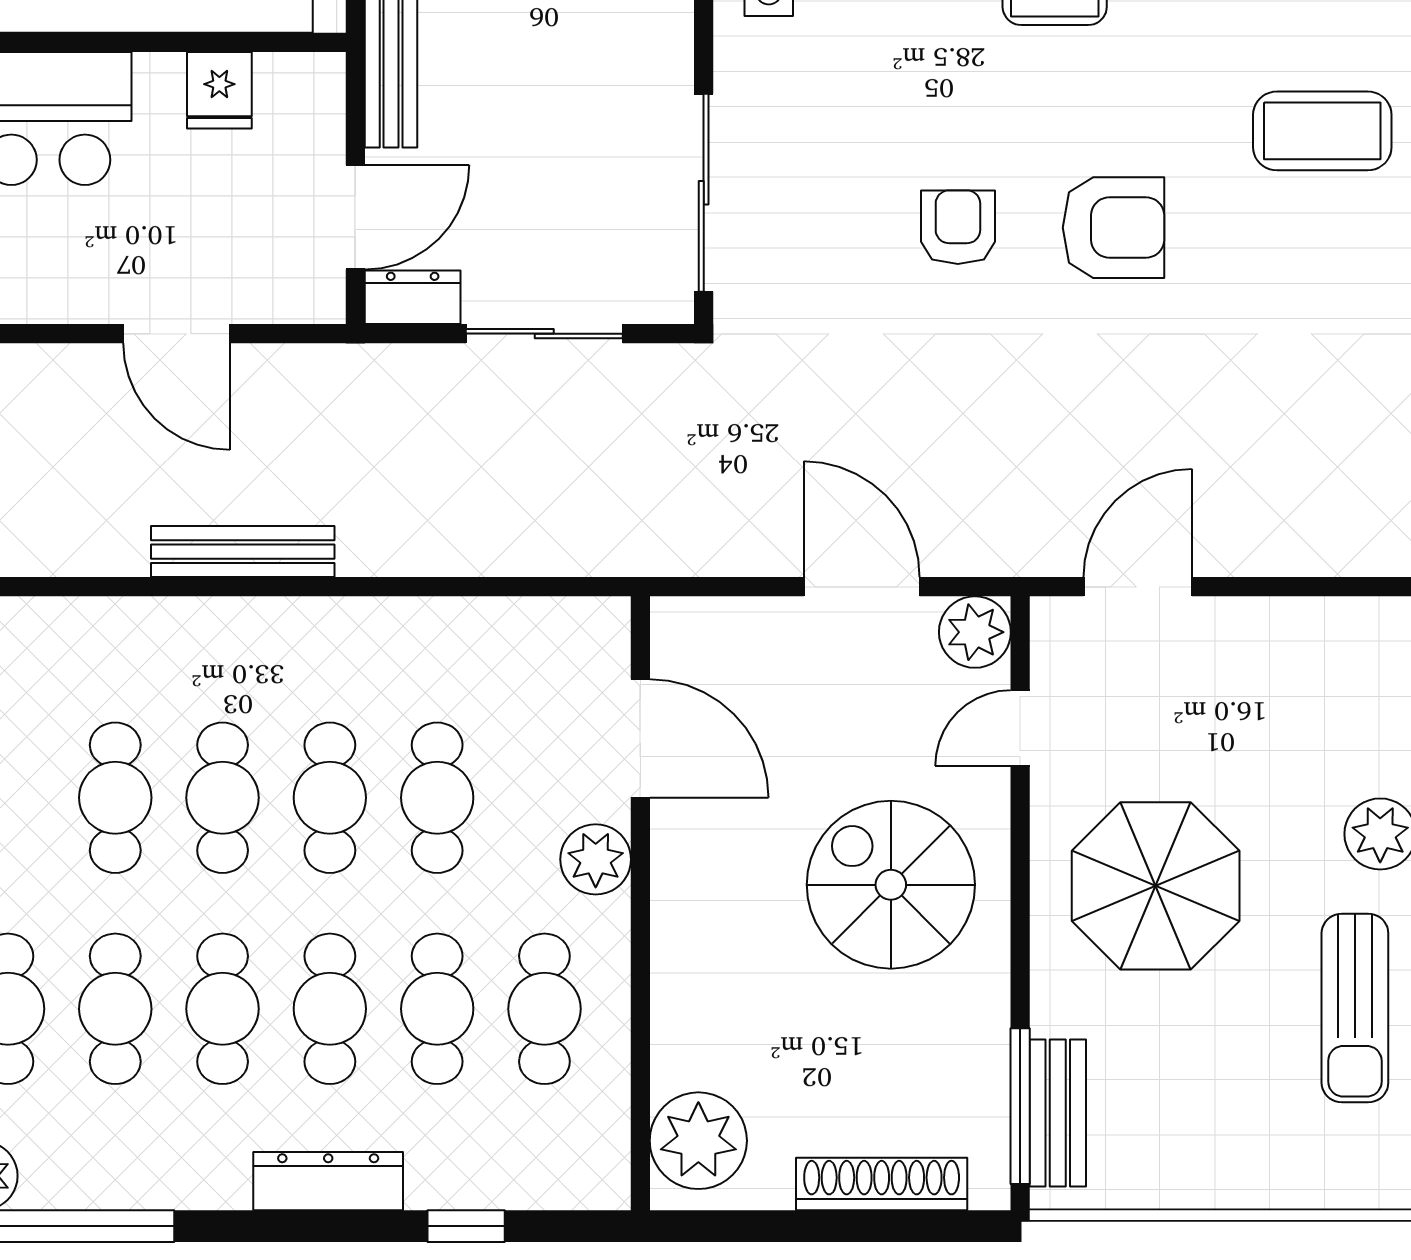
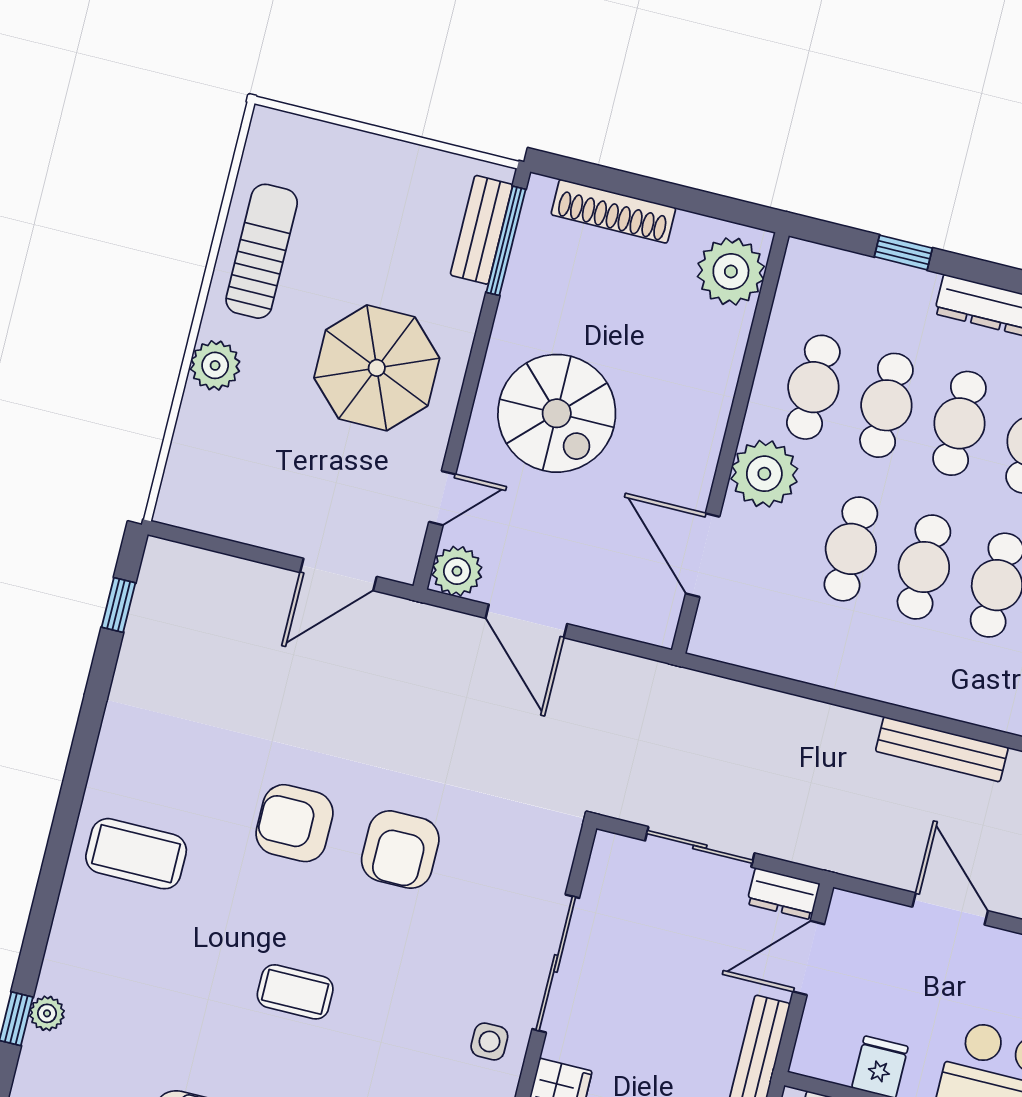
sliding door: (704, 193) -> (556, 964), moved
armchair: (958, 227) -> (400, 850), width x1.38, depth x1.38
plant: (596, 859) -> (764, 474), width x1.36, depth x1.36

